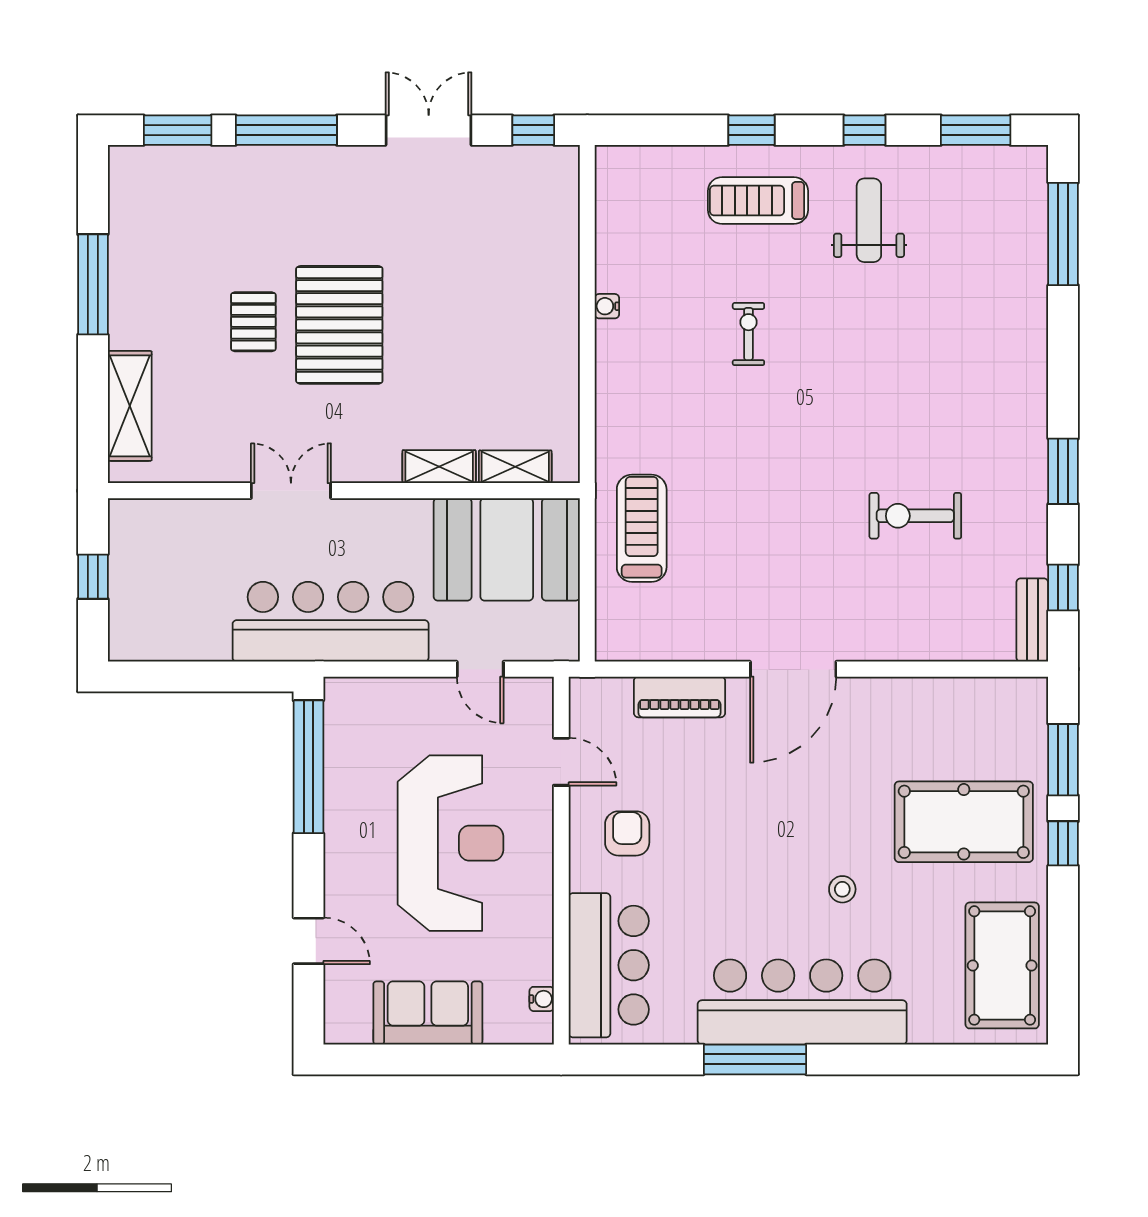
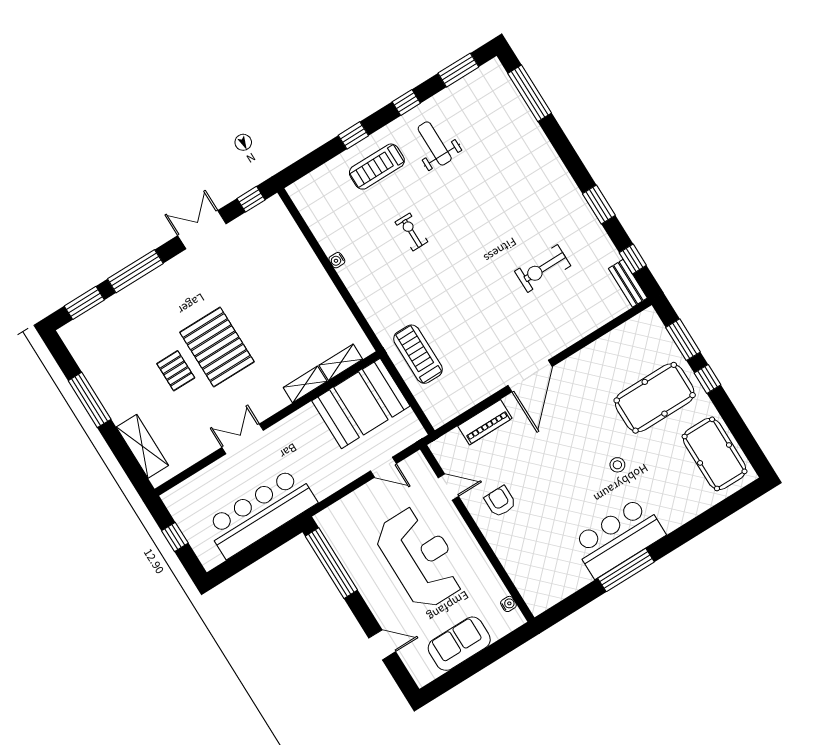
bar counter: (331, 622) -> (261, 513), moved
bar counter: (609, 965) -> (530, 569), removed
bar counter: (802, 1002) -> (618, 537), width x0.73

